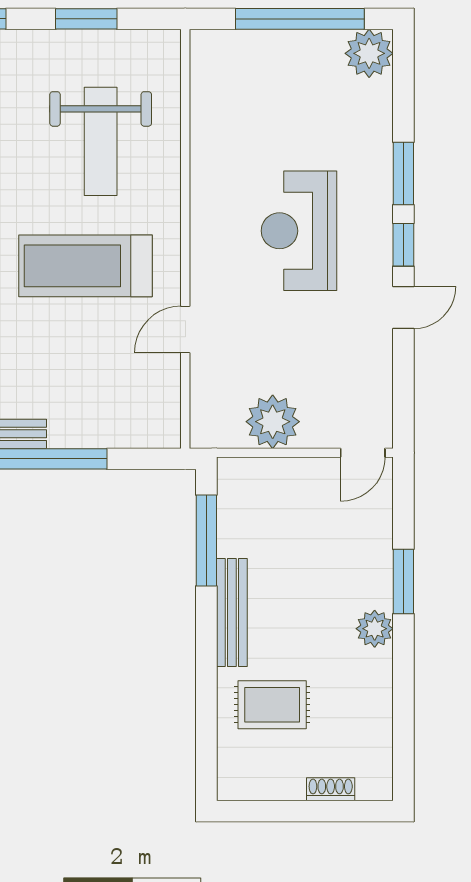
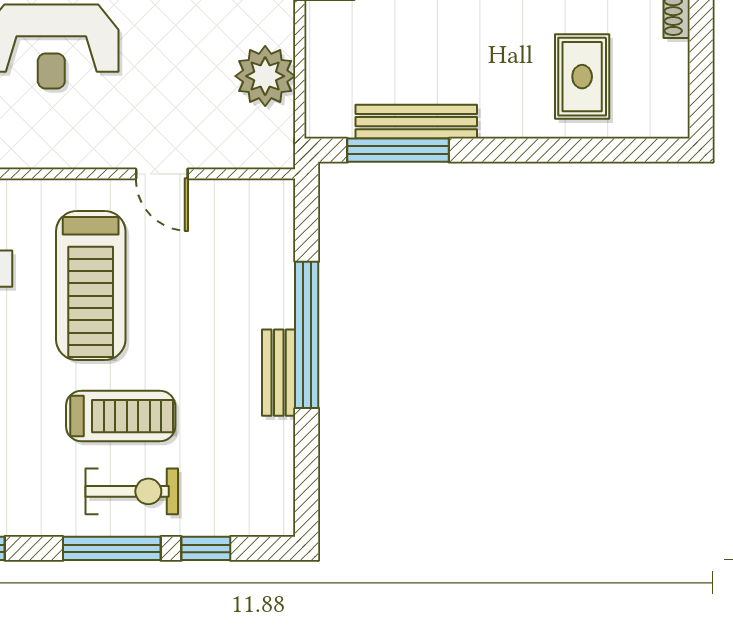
bench: (232, 612) -> (416, 122), moved

